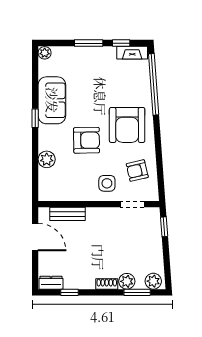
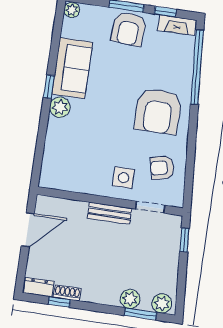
armchair: (87, 140) -> (129, 29), moved, turned 95
plant: (47, 159) -> (60, 107), moved
bench: (68, 214) -> (110, 213), moved
door: (35, 237) -> (28, 230), hinge flipped
shoe rack: (107, 284) -> (67, 293), moved

